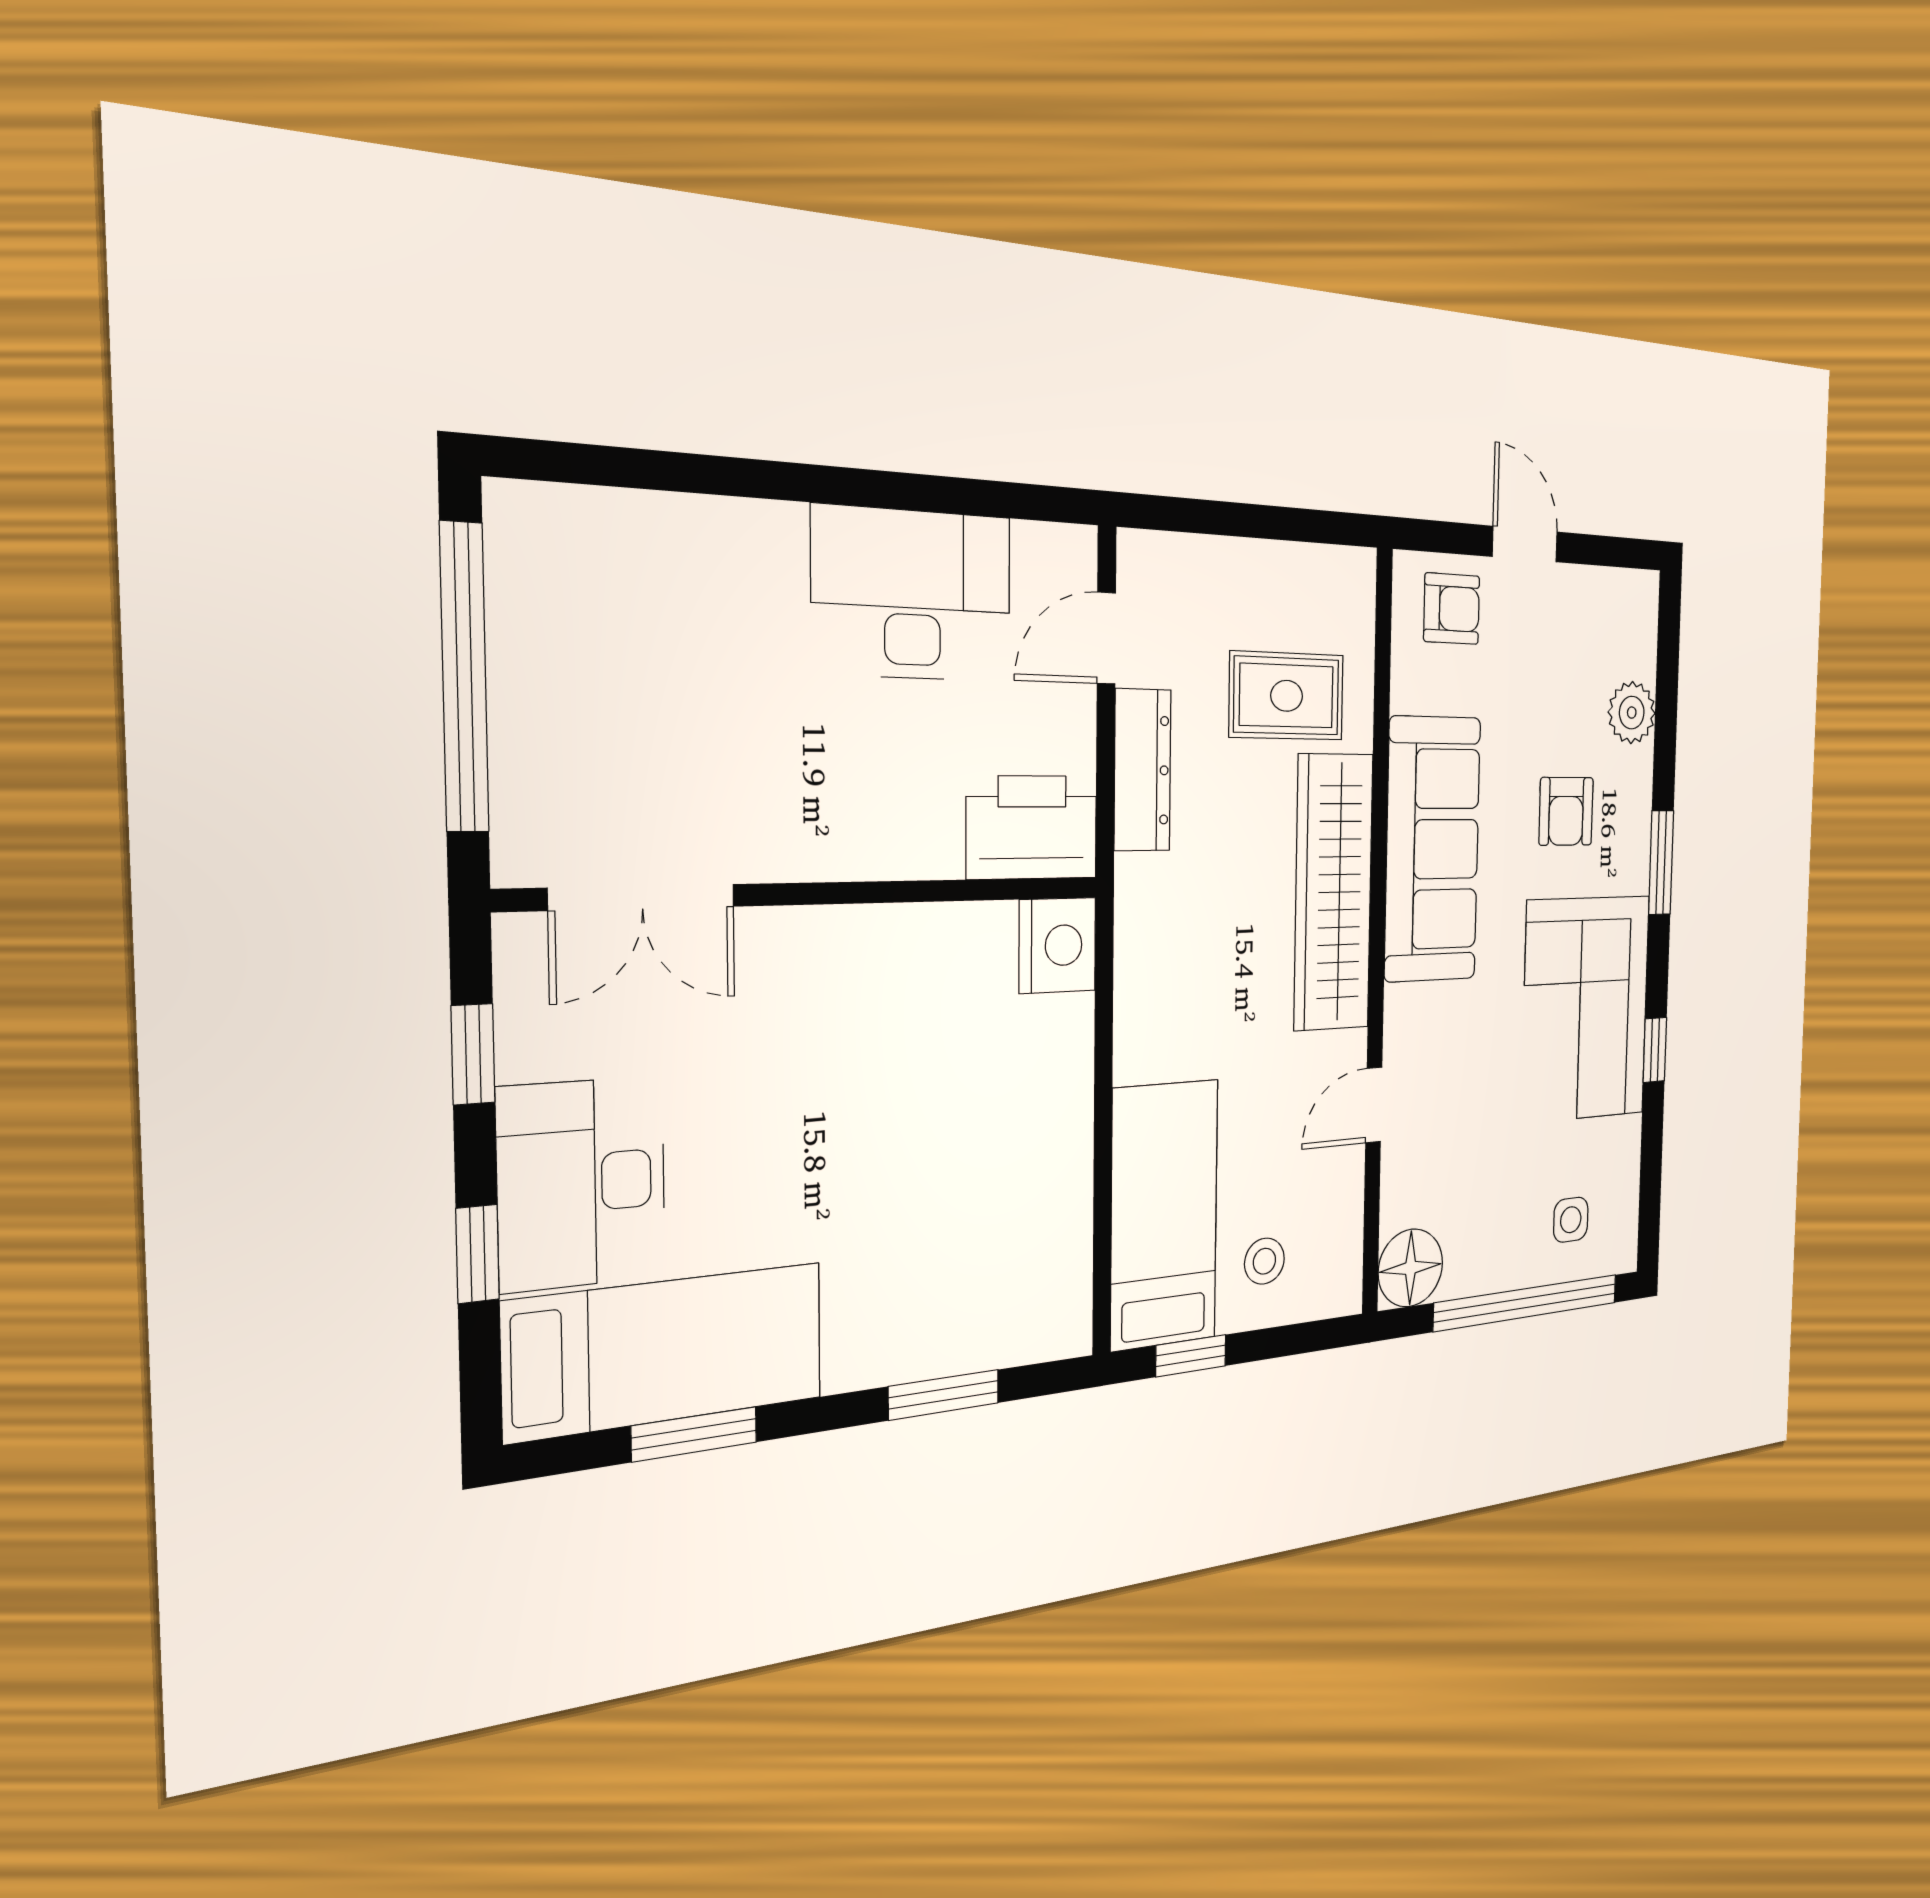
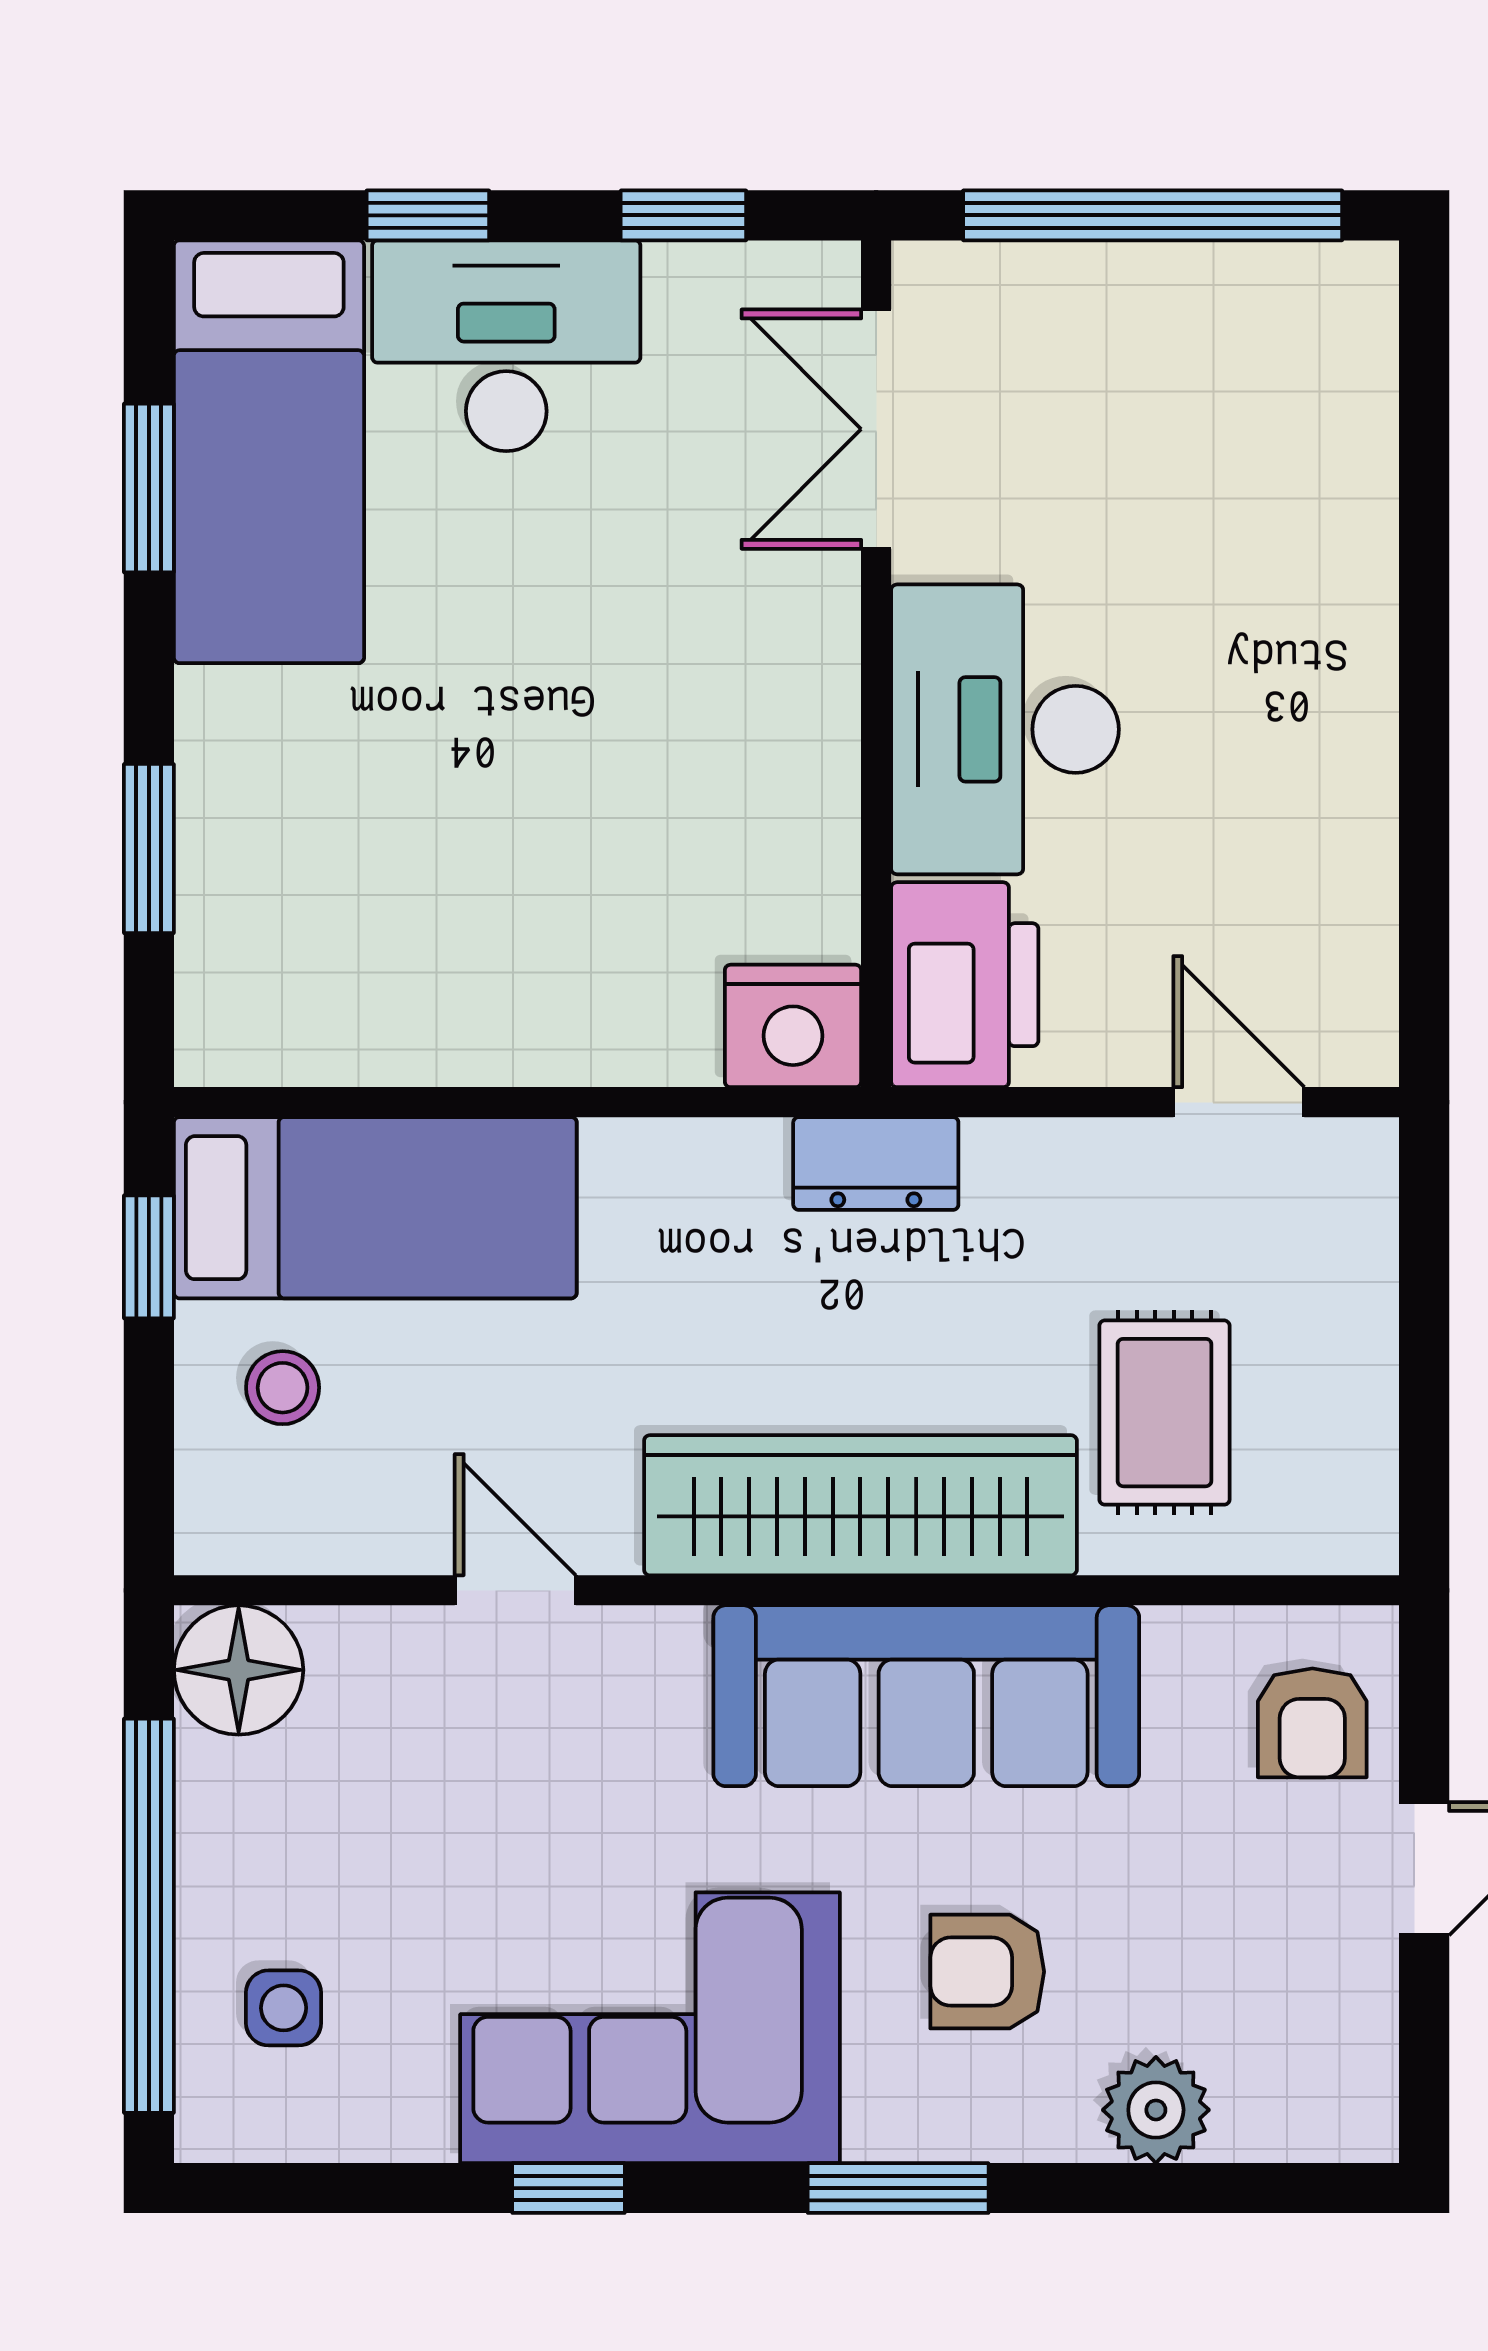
desk: (912, 595) -> (1005, 729), moved, turned 180
dresser: (1143, 770) -> (876, 1164), moved, width x0.70

